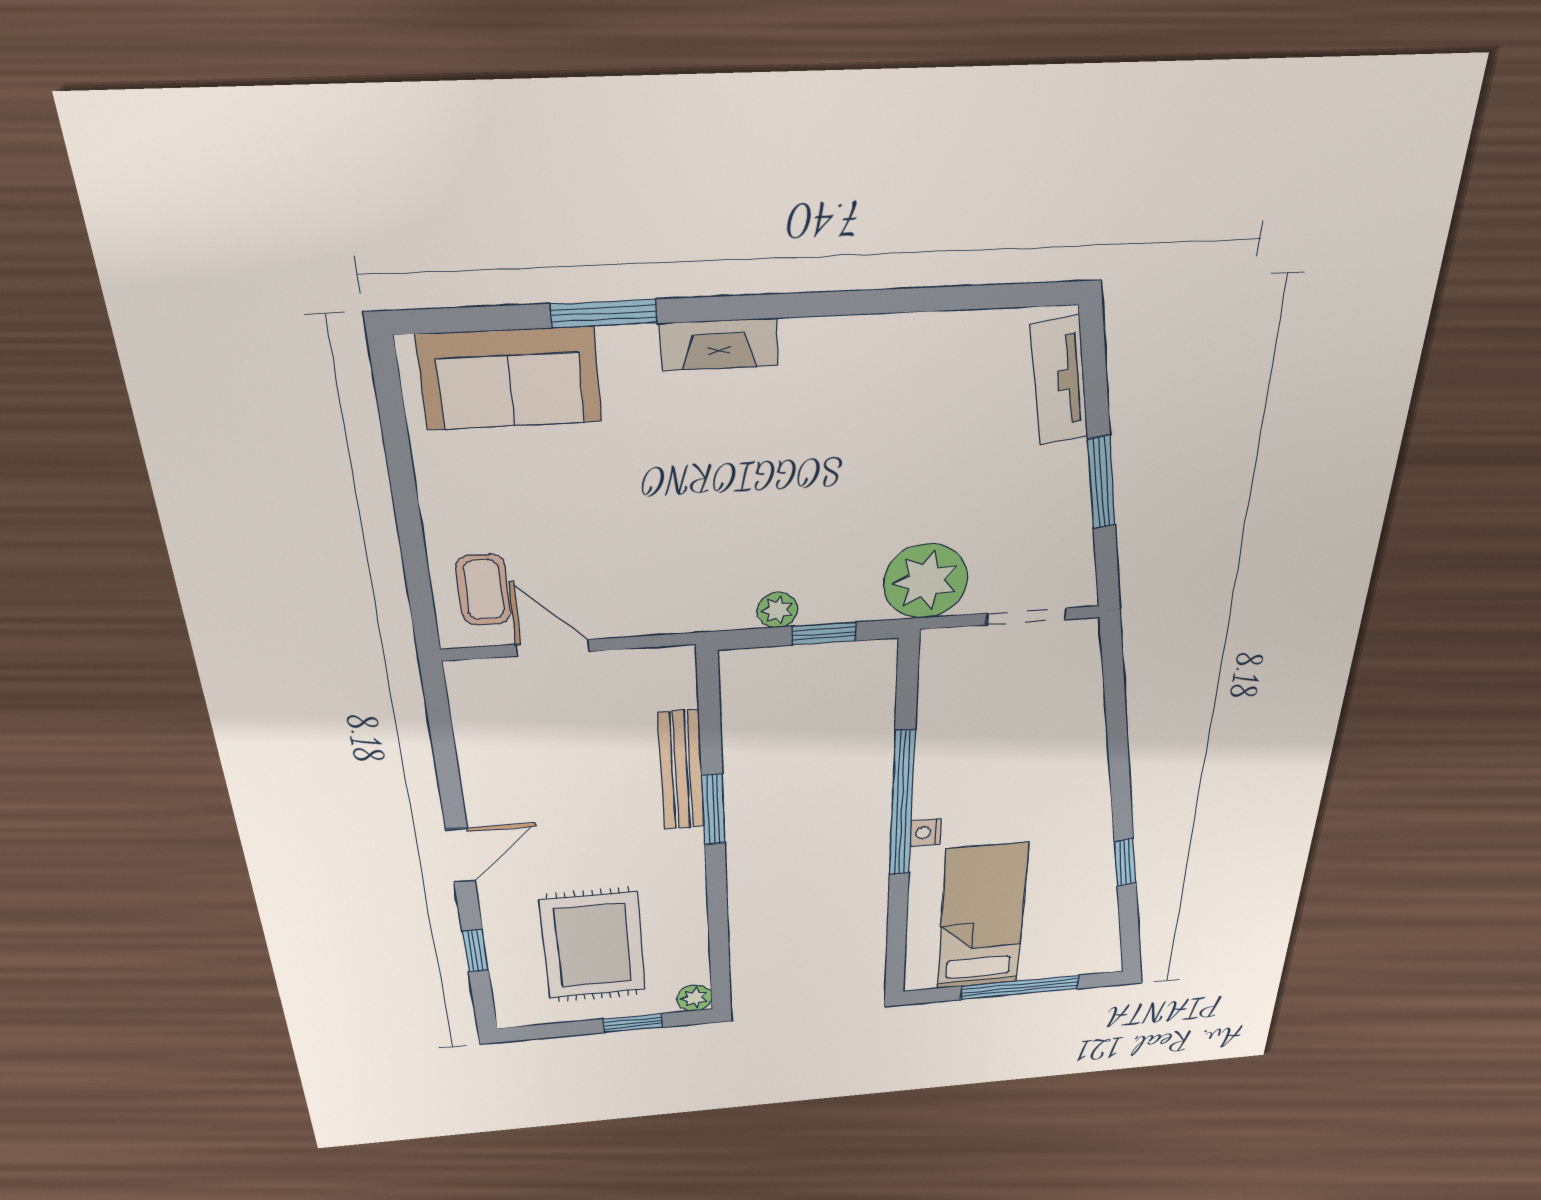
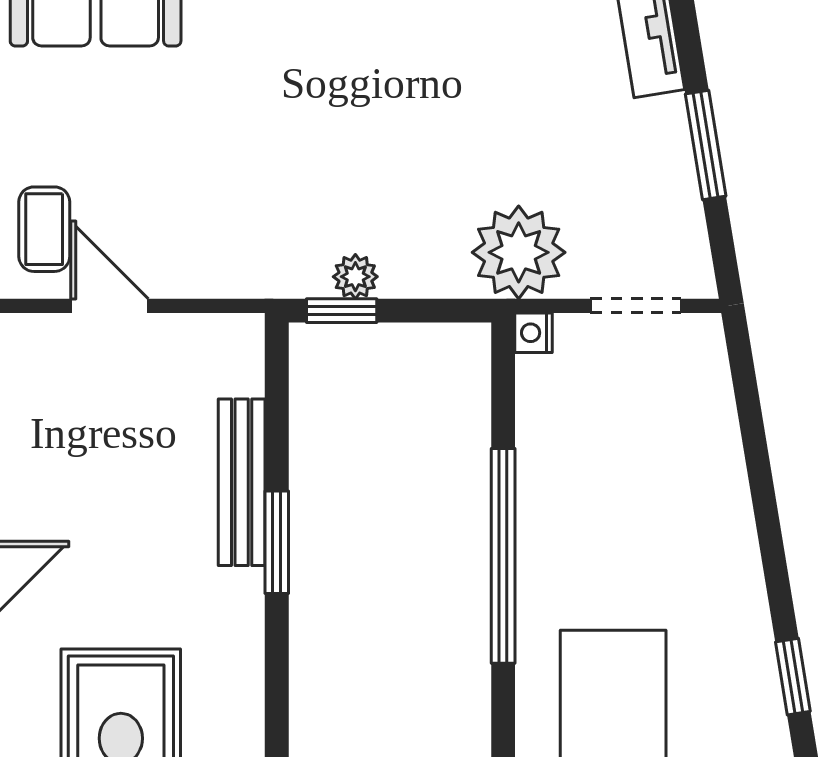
window: (824, 634) -> (342, 311), moved
nightstand: (925, 832) -> (534, 333), moved

